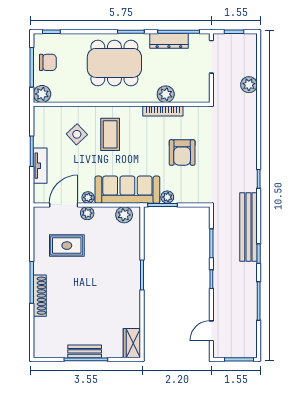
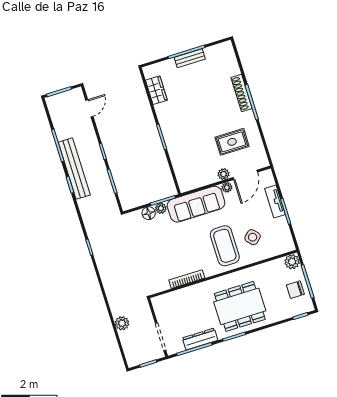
plant: (166, 94) -> (189, 294), removed
coffee table: (110, 134) -> (225, 246), width x1.36, depth x1.32
armchair: (182, 152) -> (160, 249), removed
floor lamp: (182, 196) -> (149, 213), added
plant: (124, 215) -> (192, 182), removed
bench: (248, 227) -> (74, 169), moved
wardrobe: (132, 343) -> (156, 90), moved

